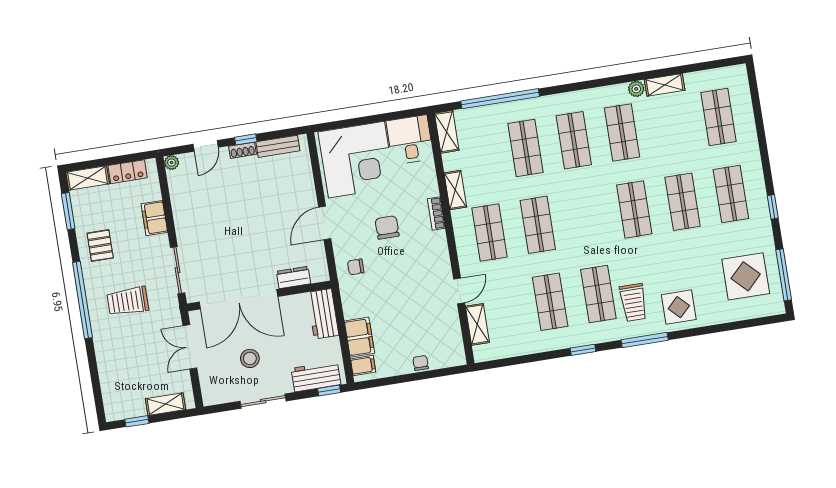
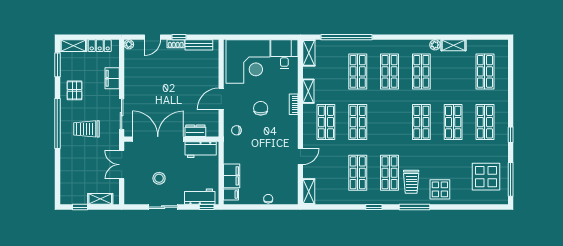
double door: (239, 299) -> (158, 139), swing flipped
workbench: (323, 314) -> (201, 150), moved, turned -90
shelving: (477, 324) -> (309, 192), moved

